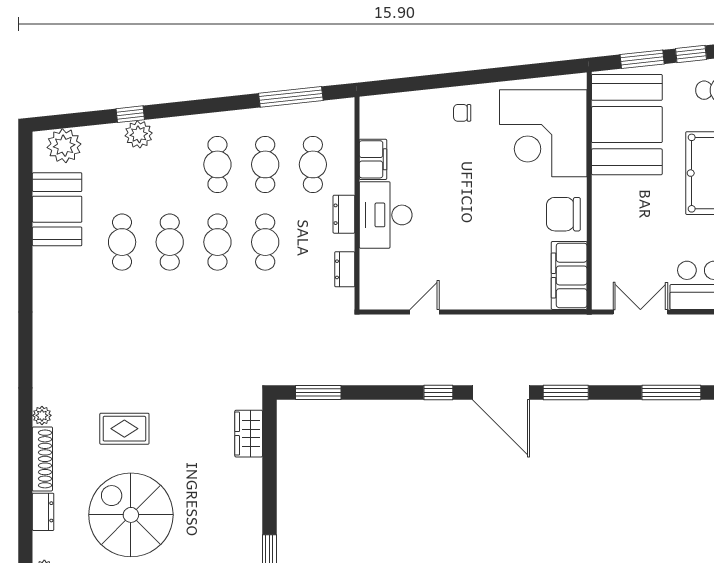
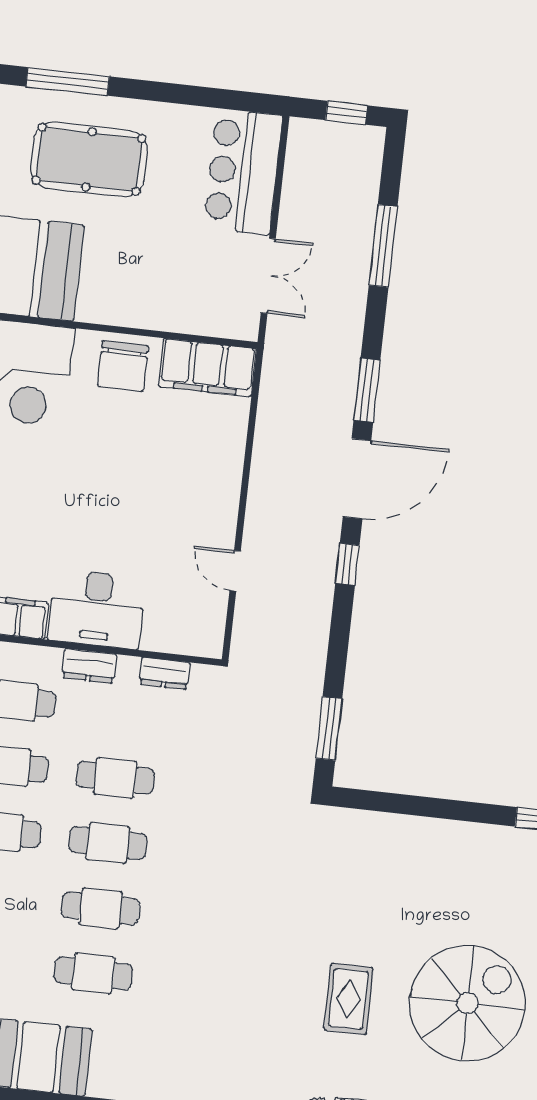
double door: (640, 312) -> (268, 276), swing flipped
wardrobe: (249, 434) -> (374, 830), removed
spiral stairs: (131, 515) -> (468, 1003), turned 180

